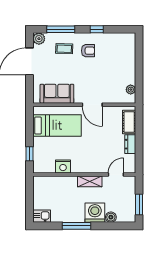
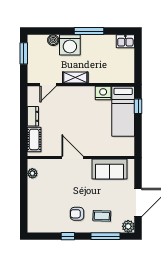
bed: (57, 125) -> (123, 111), moved, turned -90

